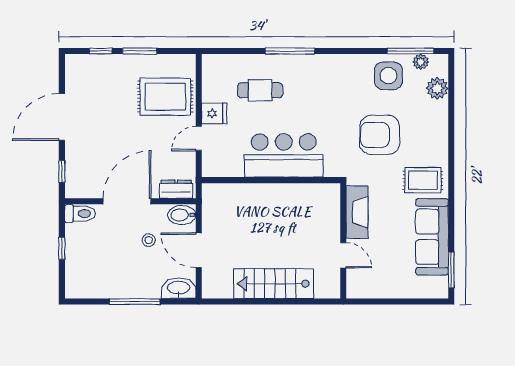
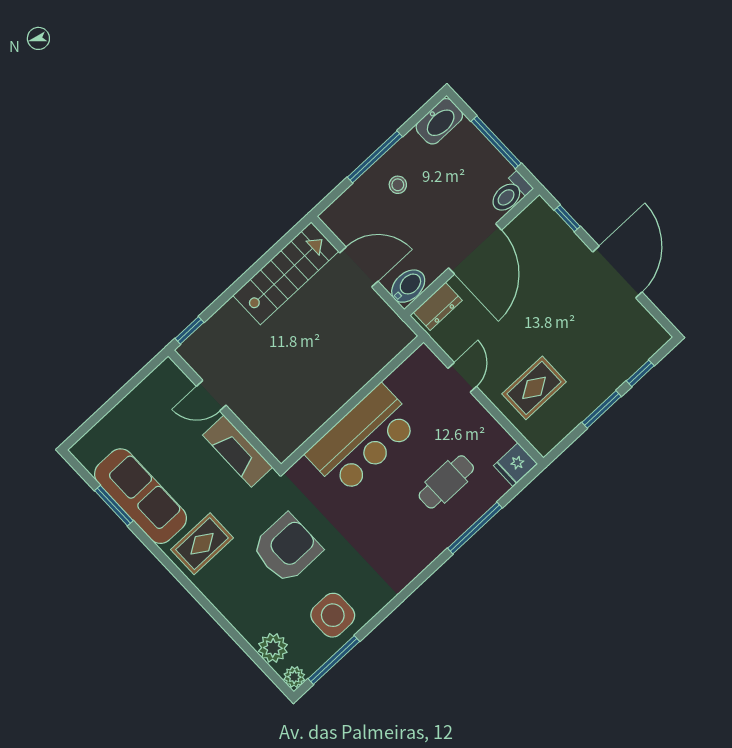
window: (290, 51) -> (475, 528), moved
plant: (421, 62) -> (294, 677), moved
rug: (165, 97) -> (534, 388), width x0.73, depth x0.70
fridge: (214, 113) -> (515, 464), moved
stool: (149, 240) -> (398, 185), moved
window: (62, 248) -> (496, 142), width x2.17
window: (451, 270) -> (114, 506), moved
stairs: (274, 284) -> (286, 273), moved
washbasin: (179, 288) -> (439, 121), moved
window: (322, 302) -> (189, 330), added

